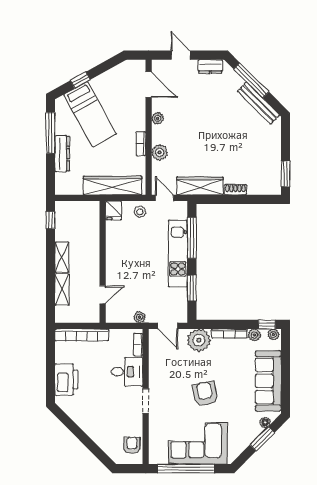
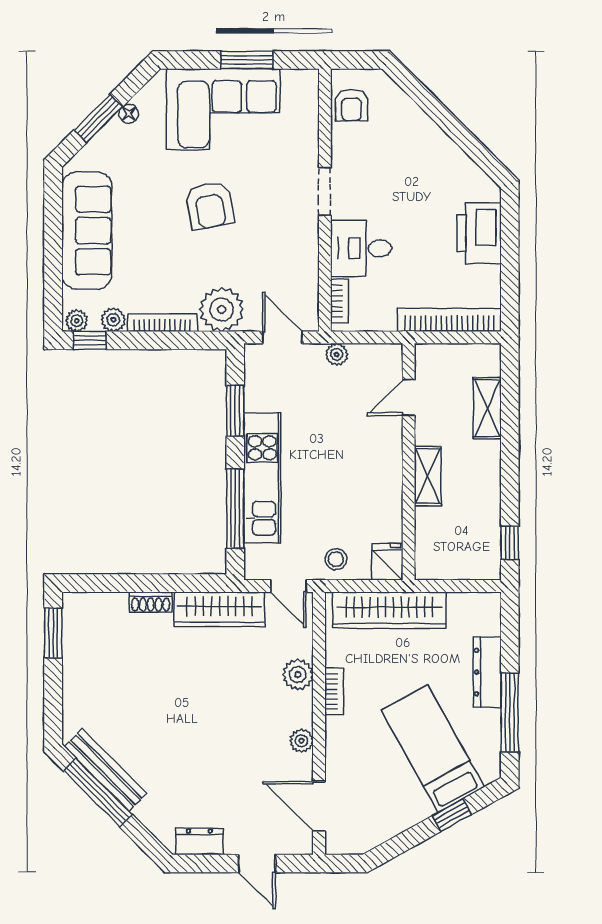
window: (251, 80) -> (98, 793), moved
shelving: (62, 257) -> (428, 476), moved
floor lamp: (265, 422) -> (129, 114), moved
window: (186, 469) -> (247, 60), width x0.47

